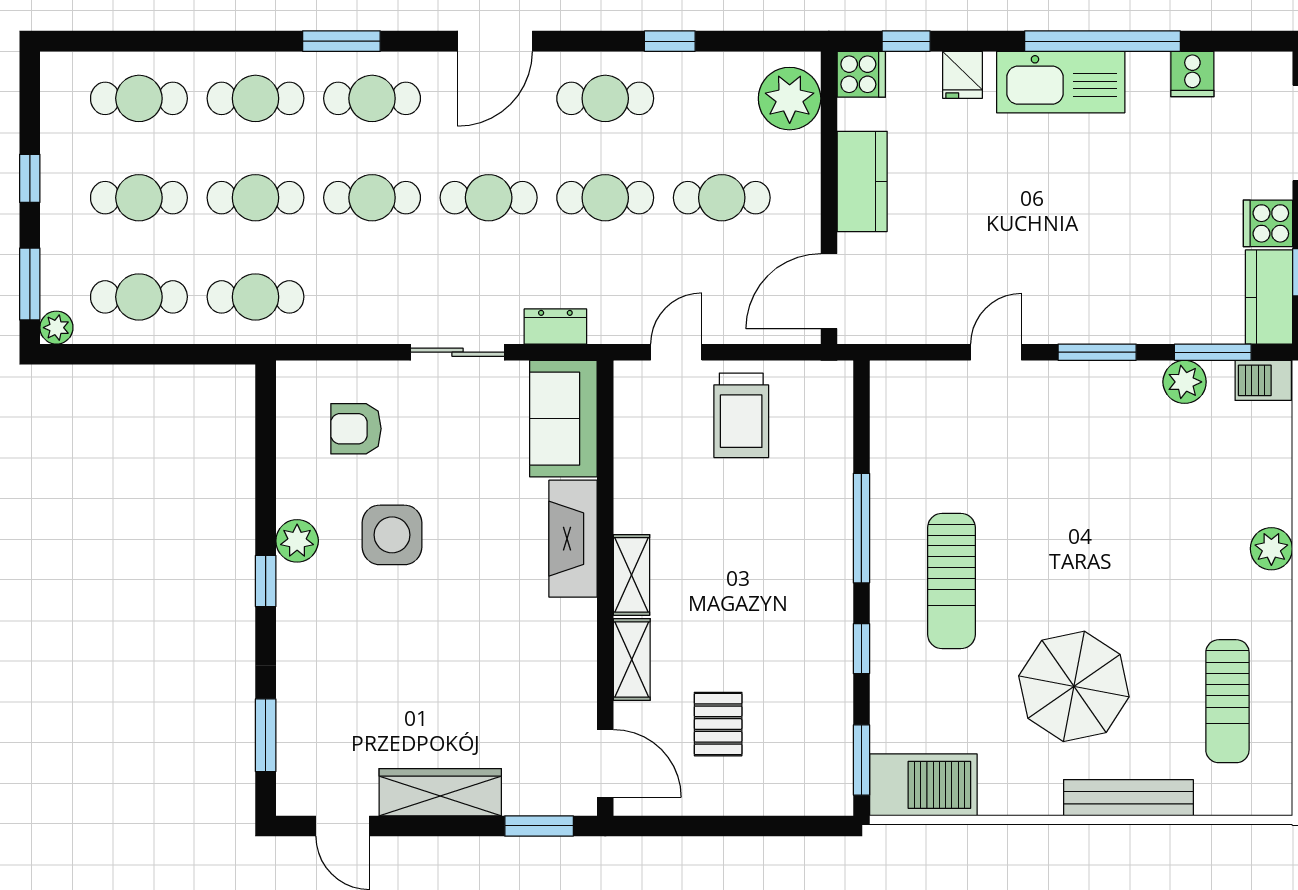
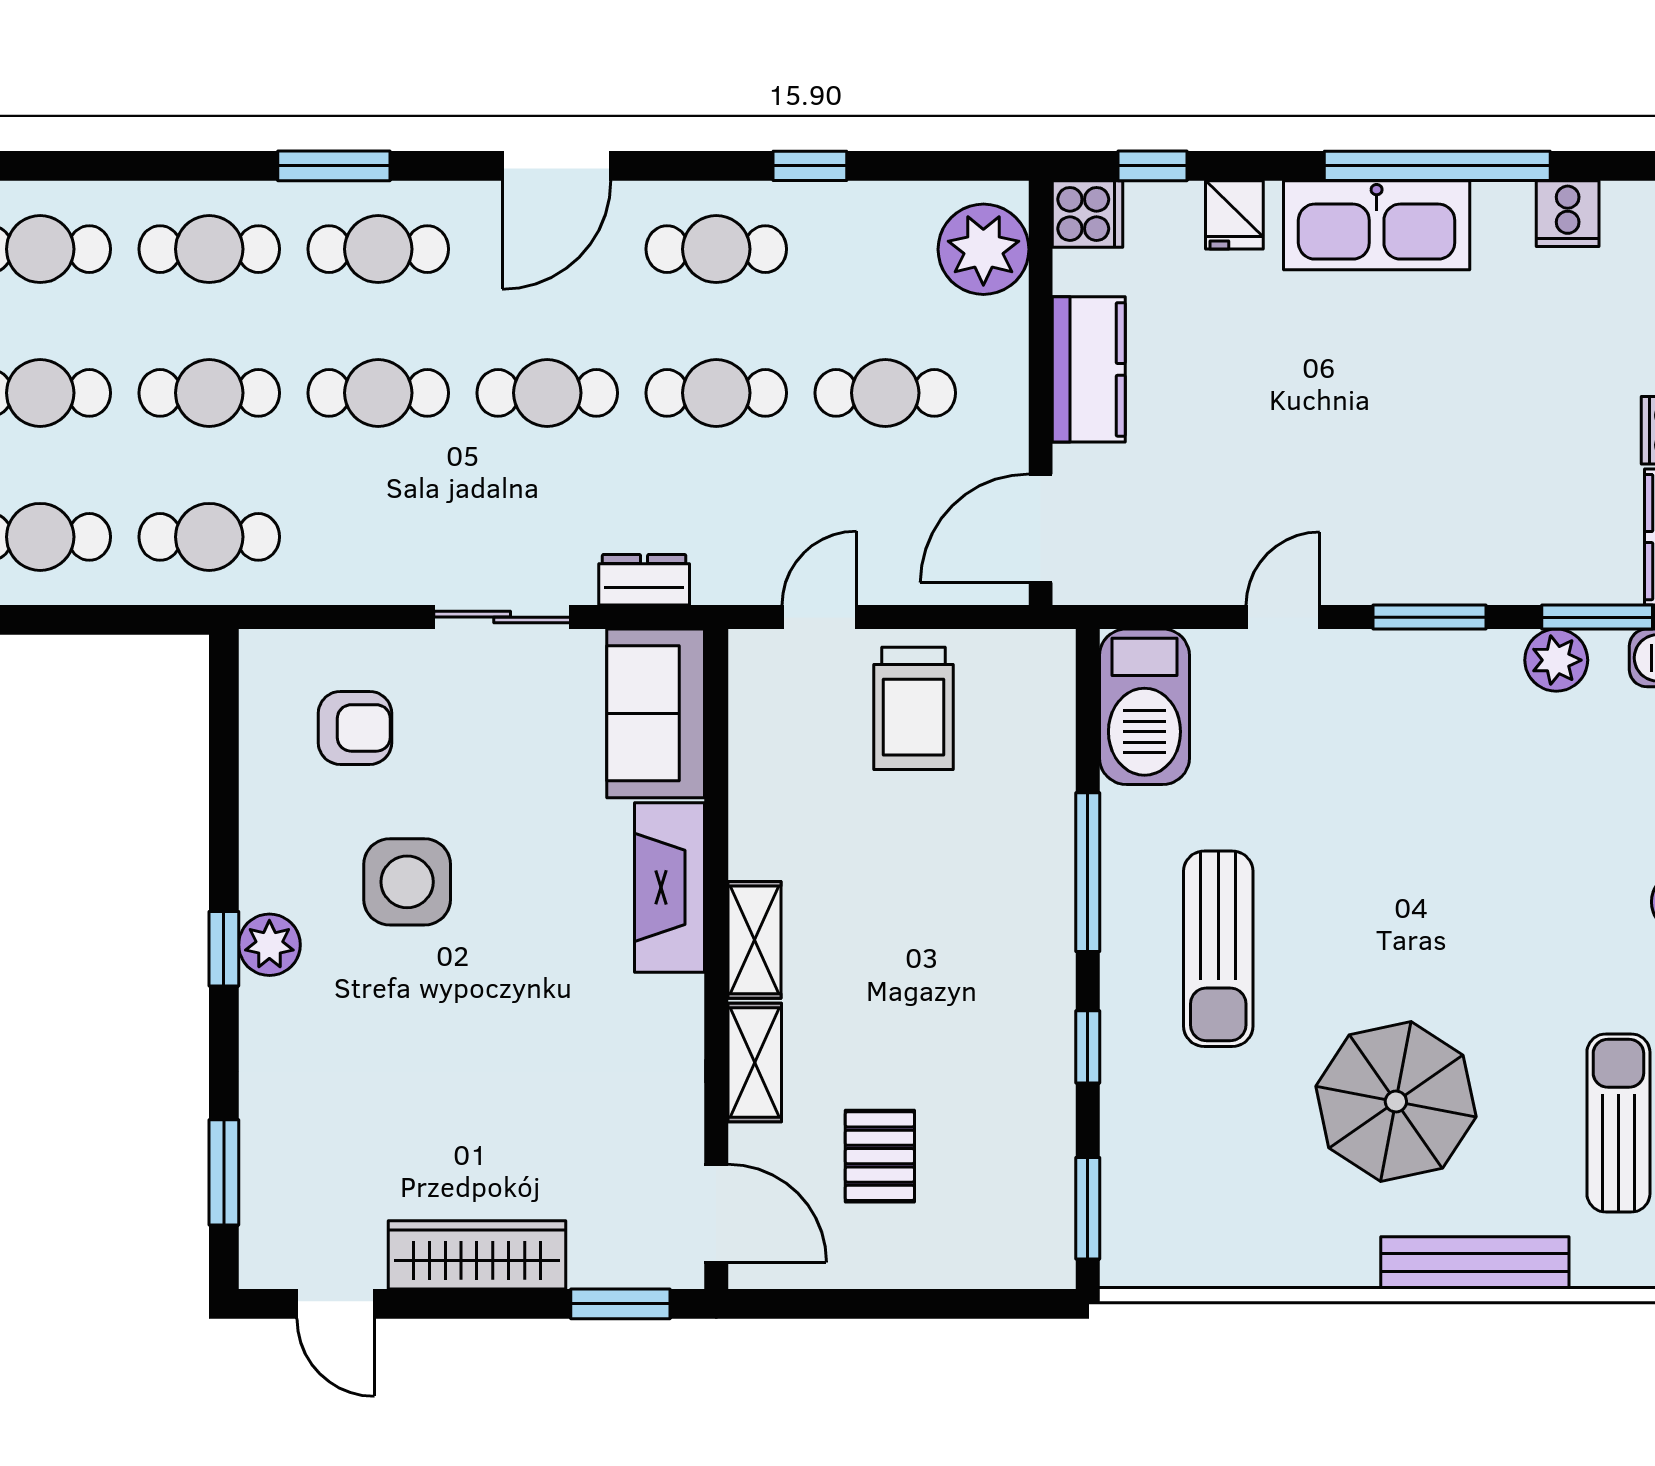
armchair: (356, 429) -> (355, 728), turned 180
plant: (297, 541) -> (269, 945), moved
sun lounger: (1227, 701) -> (1618, 1123), turned 180
barbecue: (923, 785) -> (1144, 707), moved, turned 90

